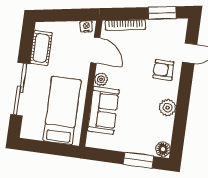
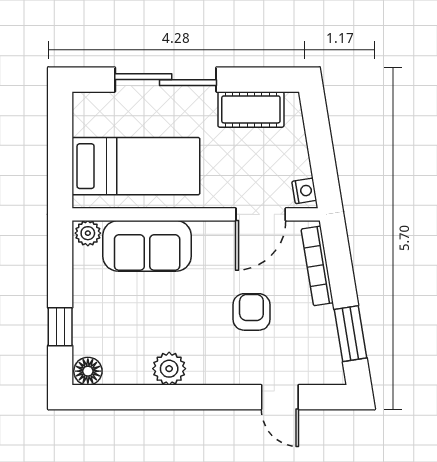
armchair: (163, 70) -> (251, 312), moved
plant: (101, 79) -> (88, 233), moved
window: (138, 160) -> (60, 327), width x0.67

